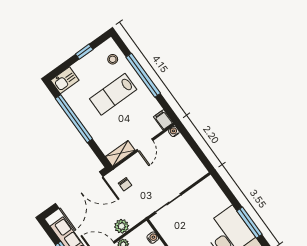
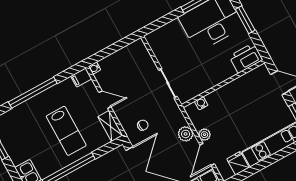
stool: (113, 59) -> (12, 122), removed
lab bench: (113, 94) -> (66, 131), moved

